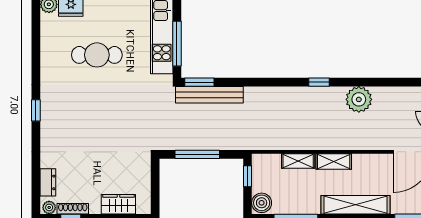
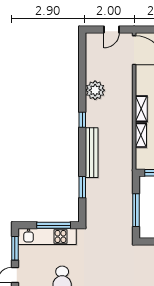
window: (199, 82) -> (82, 187), moved
bench: (209, 95) -> (92, 153), moved

